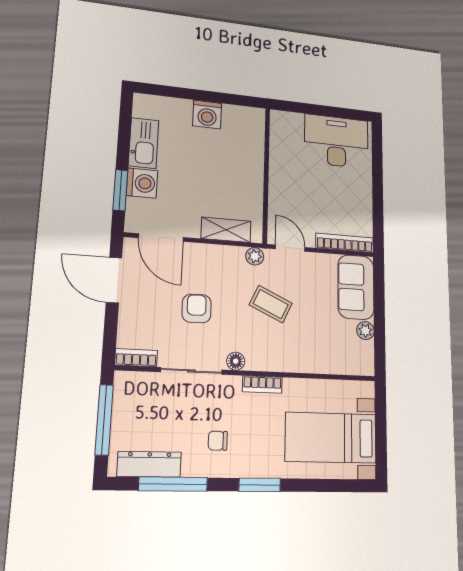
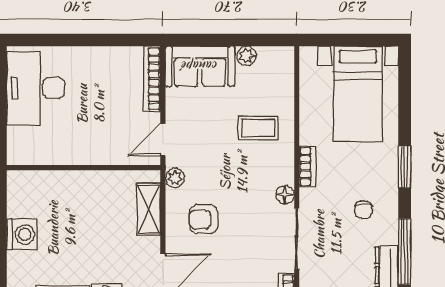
coffee table: (271, 304) -> (258, 128), moved, turned 65
armchair: (197, 309) -> (204, 219), moved

